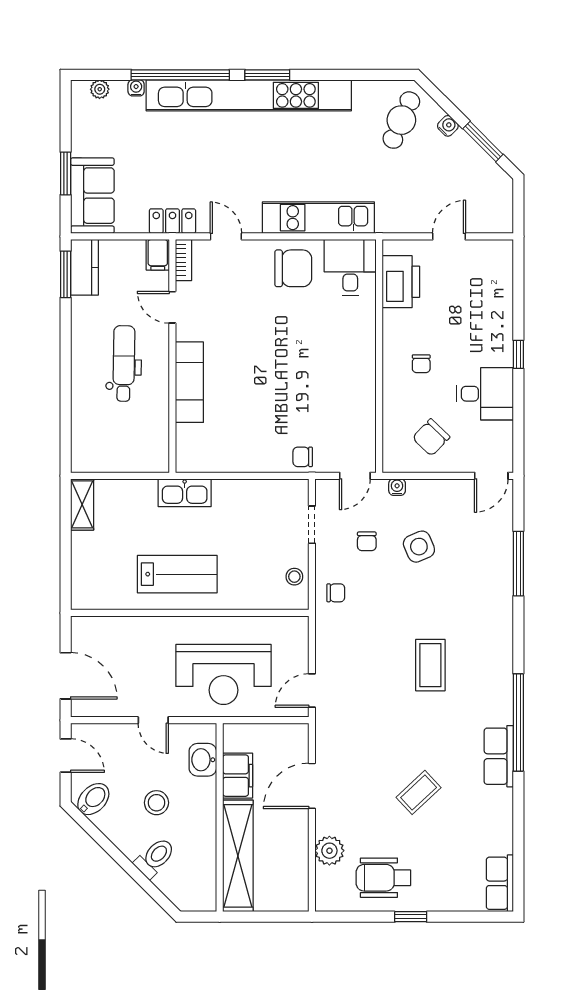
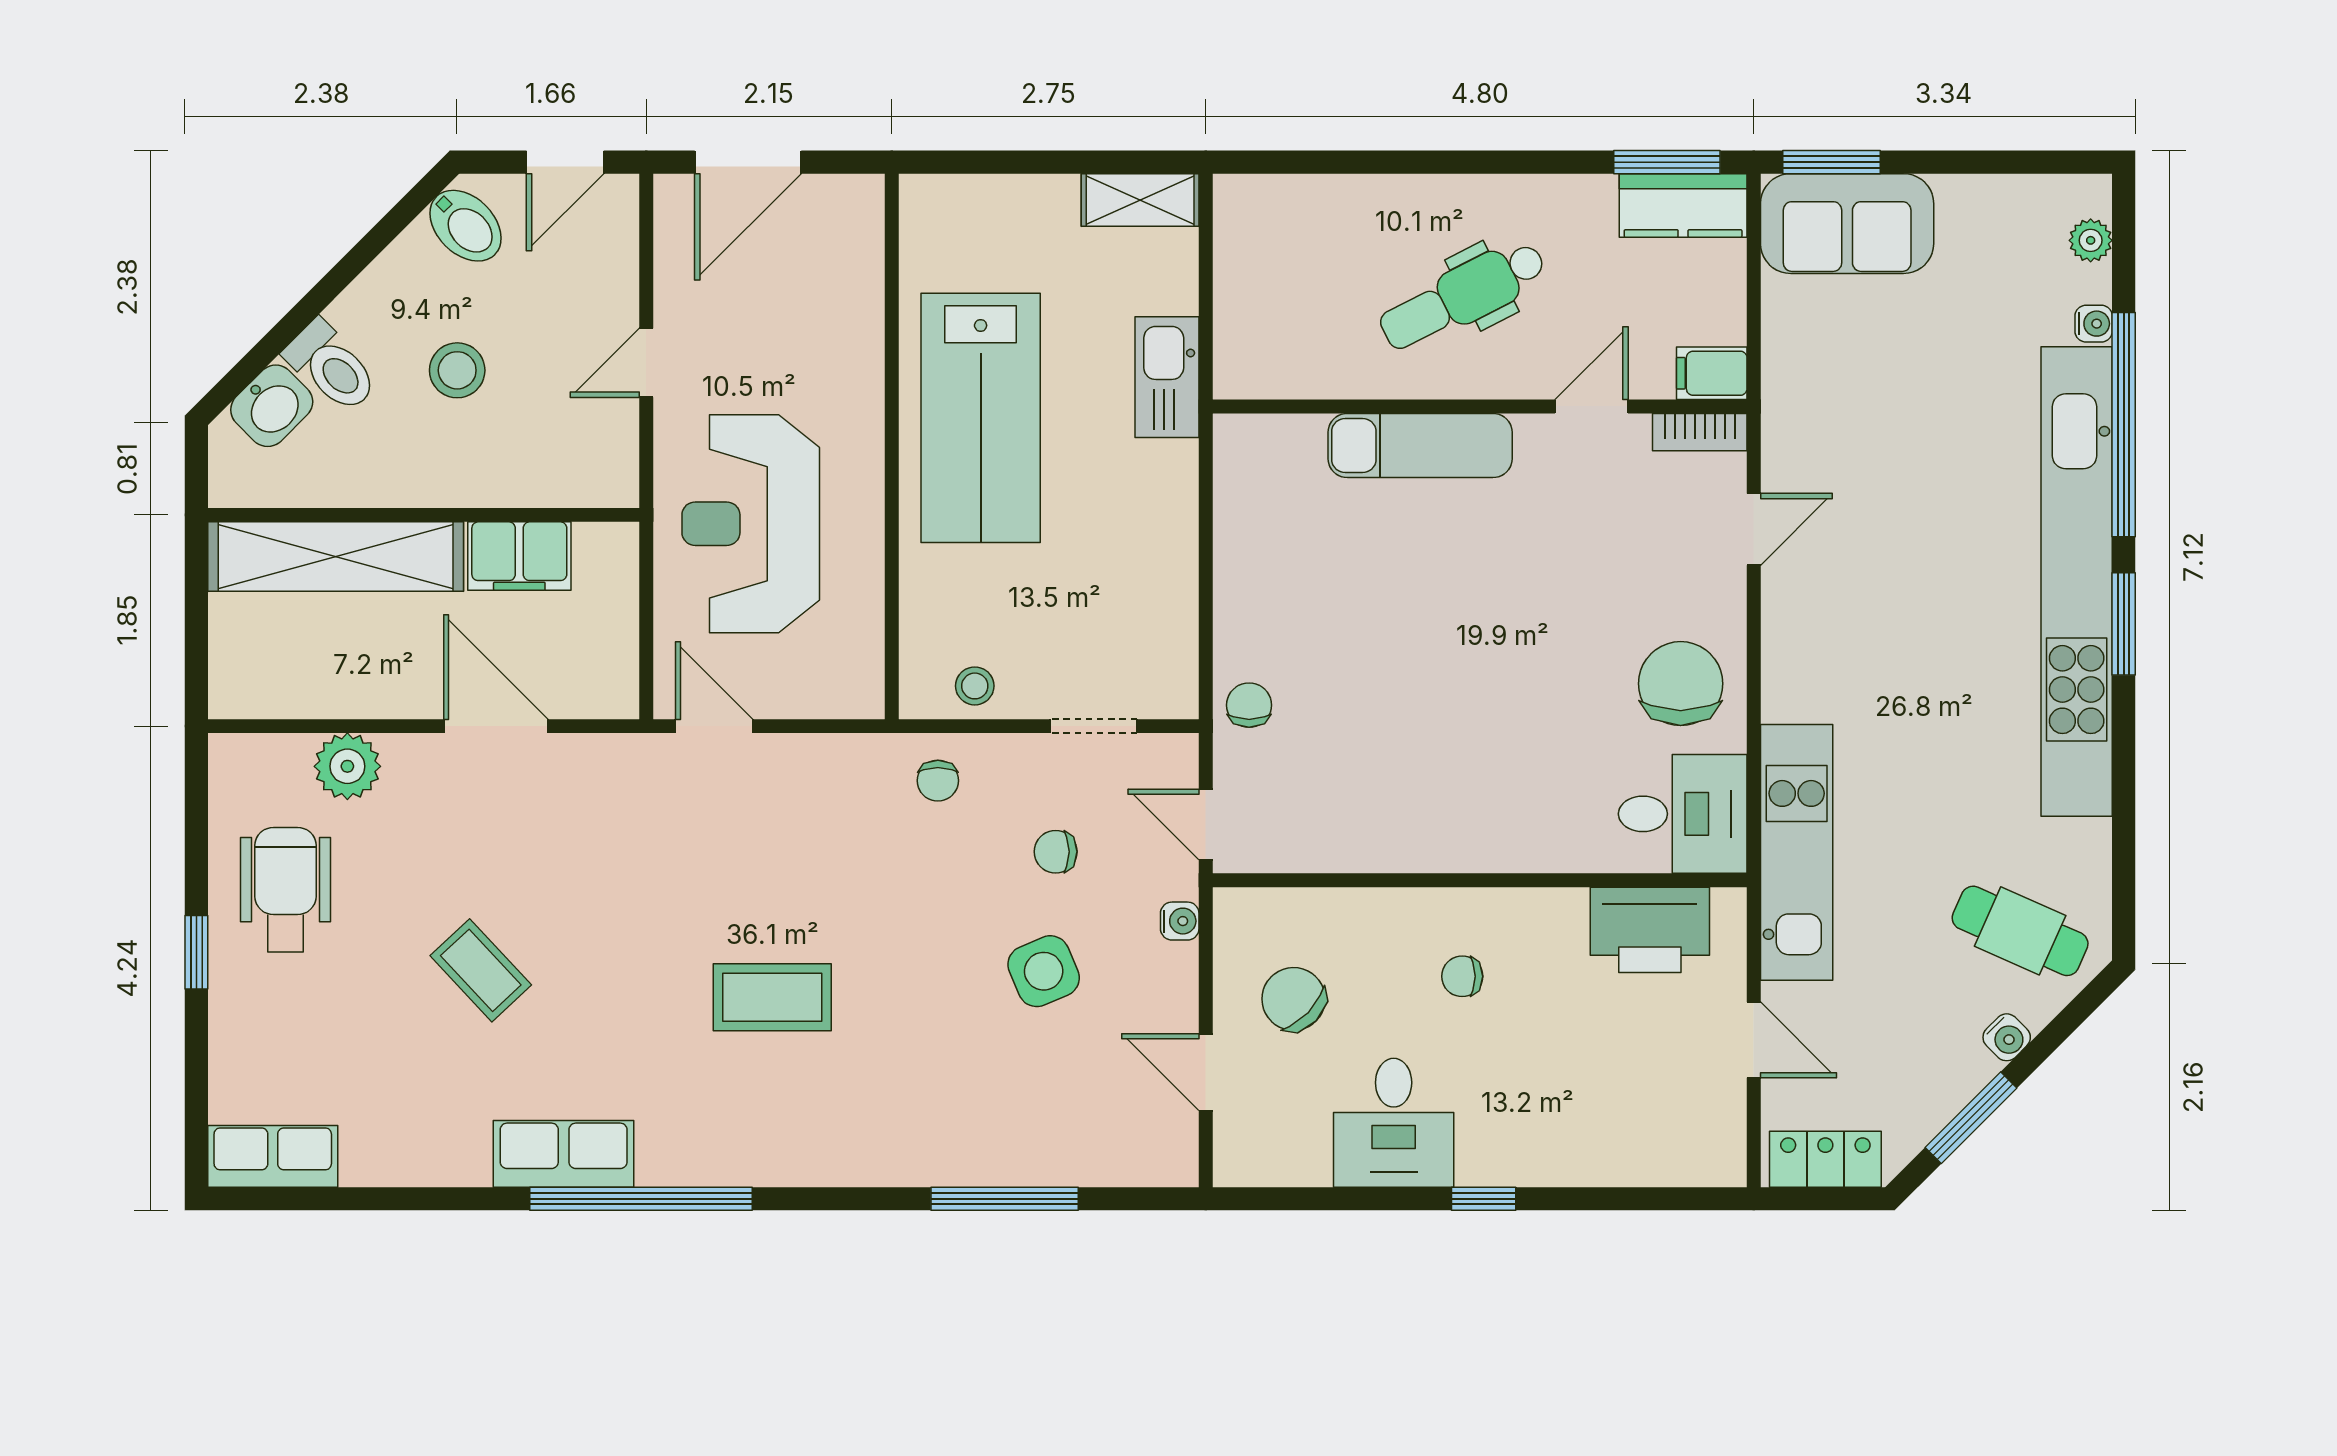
window: (66, 173) -> (1832, 162), moved
kitchen unit: (318, 218) -> (1797, 852), moved
locker: (172, 221) -> (1825, 1159), moved, turned -90
chair: (293, 268) -> (1681, 684), turned 180
dental chair: (124, 363) -> (1463, 296), turned 152
door: (491, 476) -> (1206, 1072), moved
kitchen sink: (185, 493) -> (1167, 377), moved
lab bench: (177, 574) -> (981, 418), width x1.36, depth x1.39
washbasin: (203, 760) -> (272, 406), moved, turned 135

